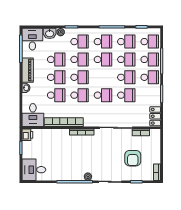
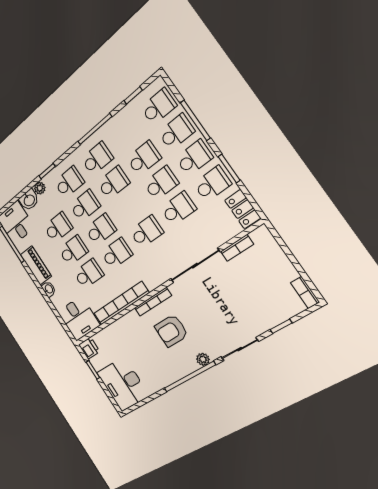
school desk: (126, 42) -> (212, 184), moved
armchair: (133, 158) -> (171, 331), moved, turned 90
desk: (34, 170) -> (123, 384), width x1.37

